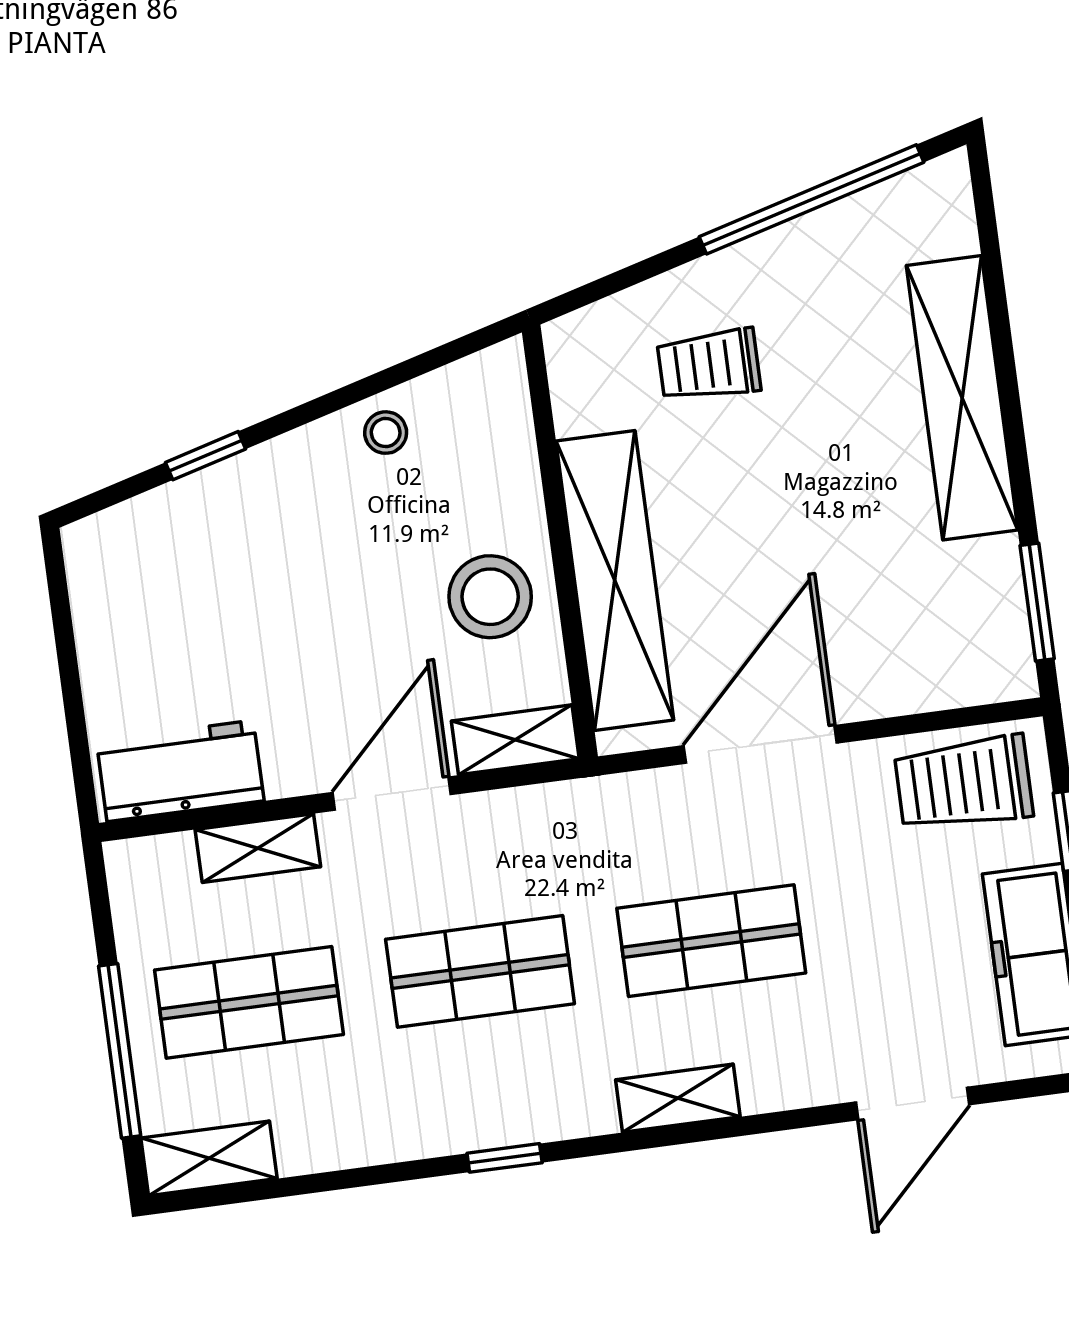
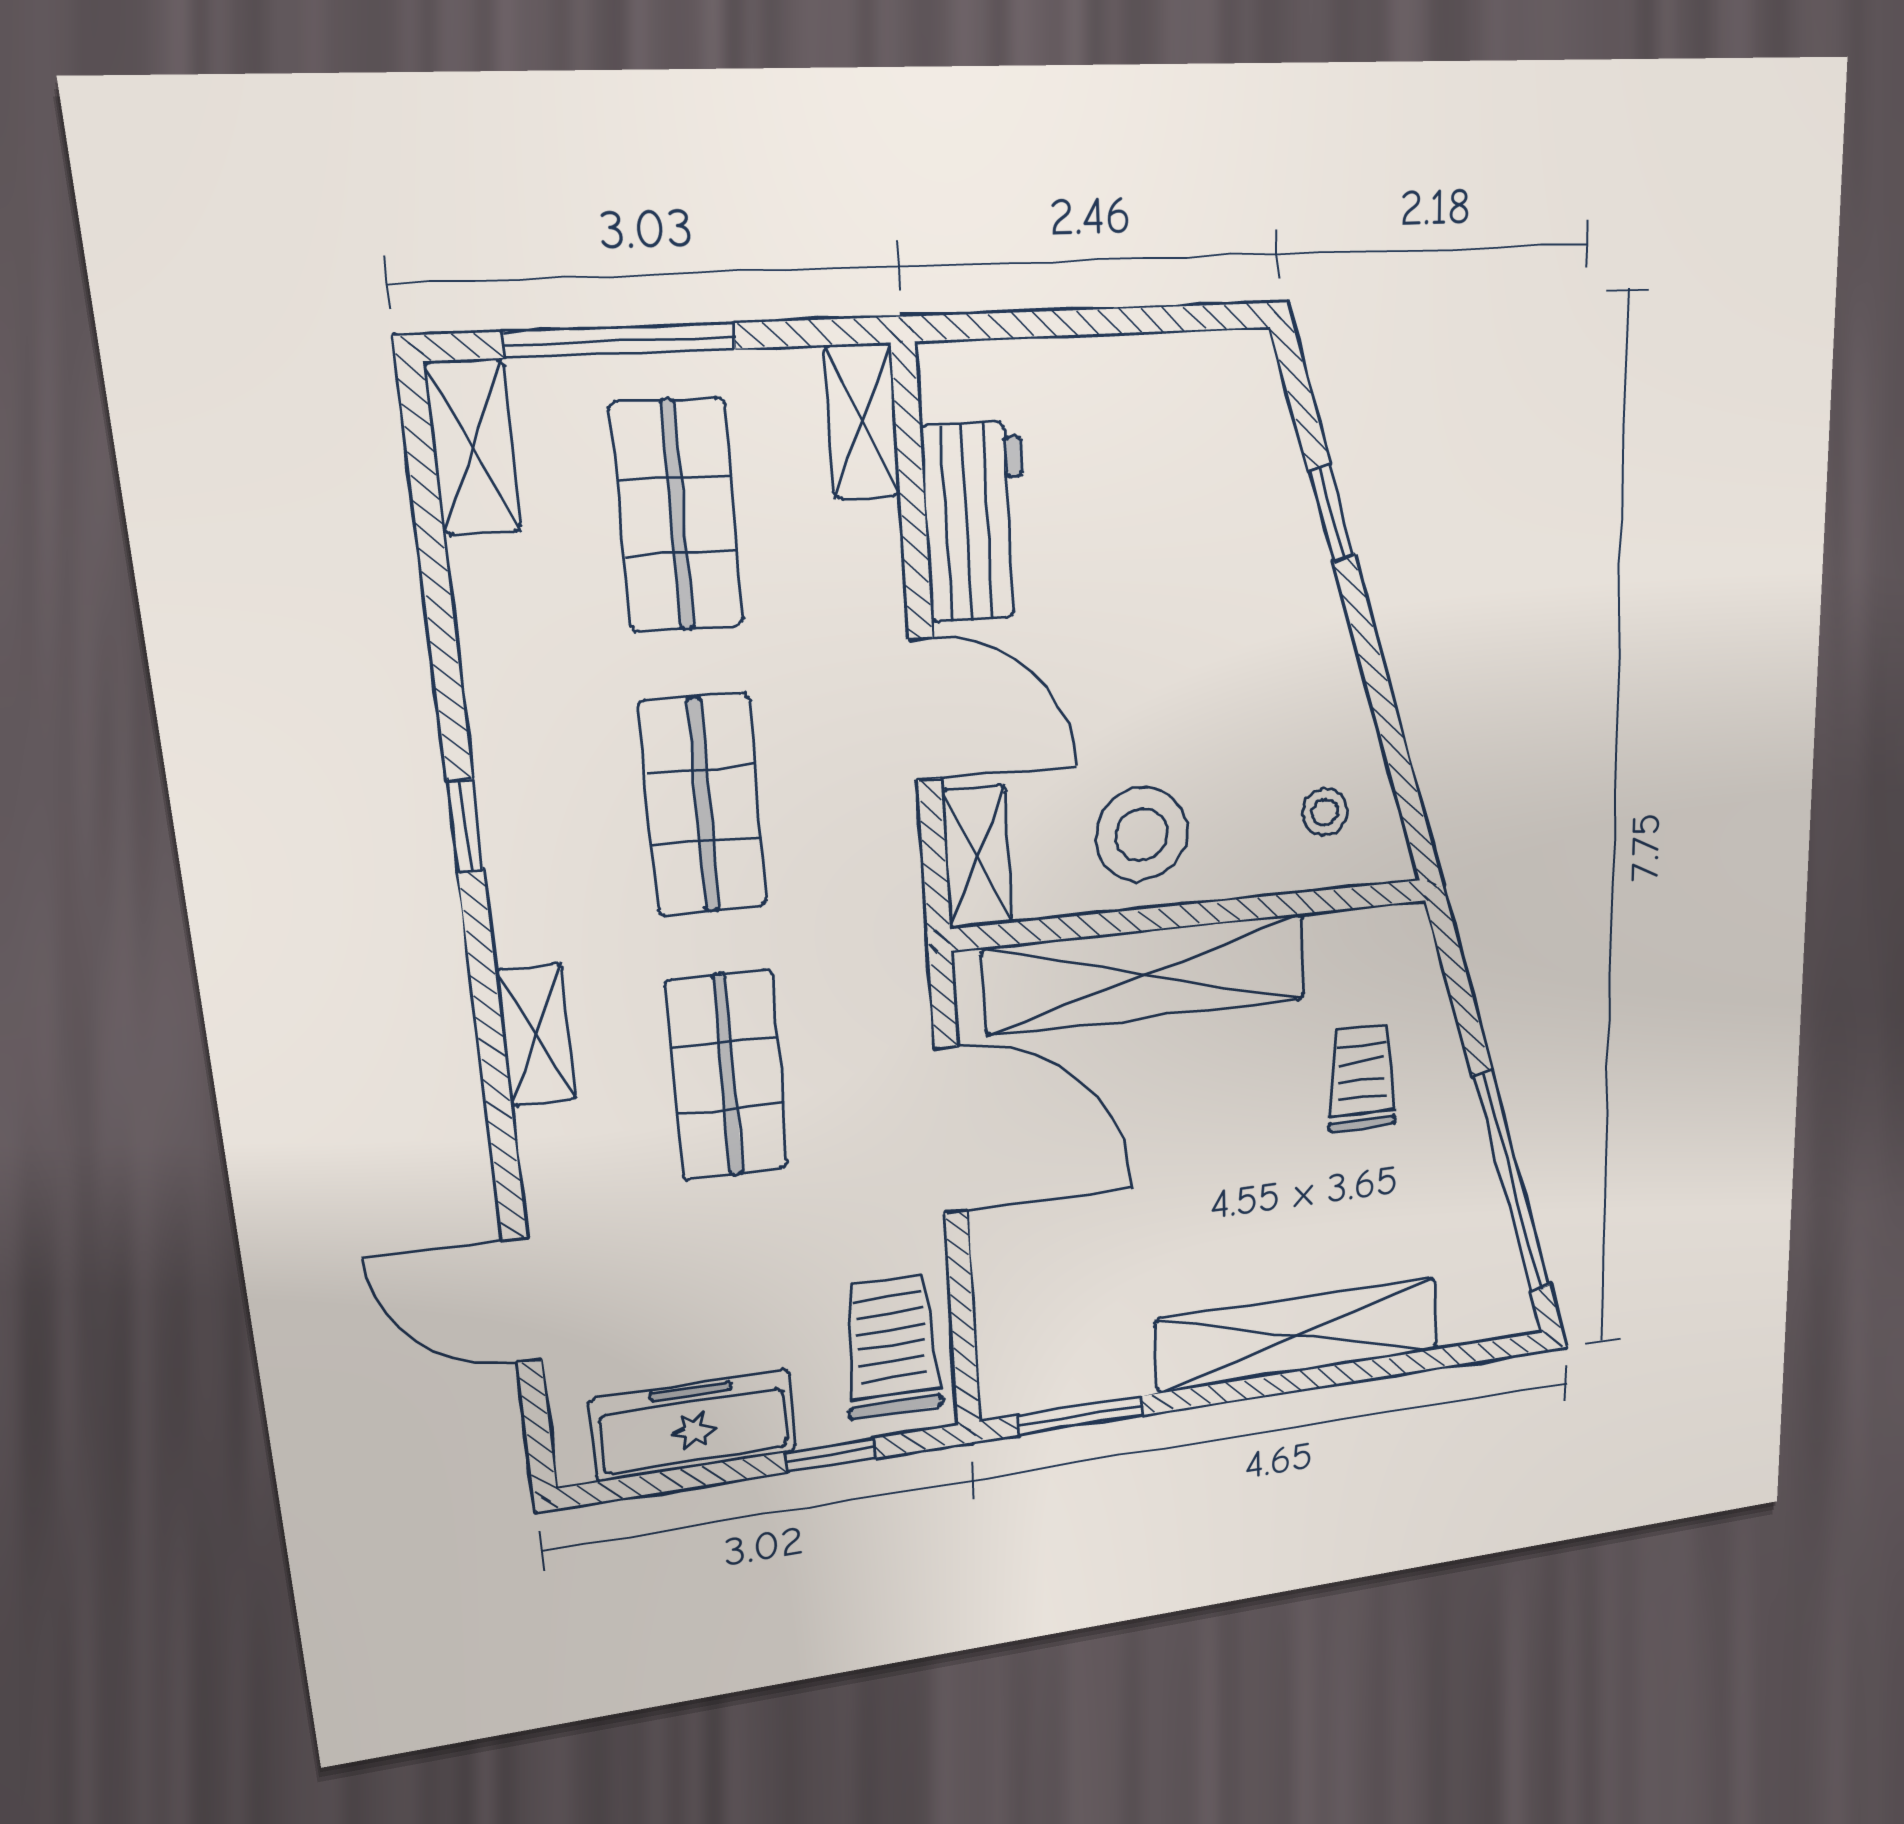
stool: (386, 433) -> (1325, 812), moved
workbench: (180, 771) -> (975, 522), moved
shelving: (258, 848) -> (862, 421), moved

